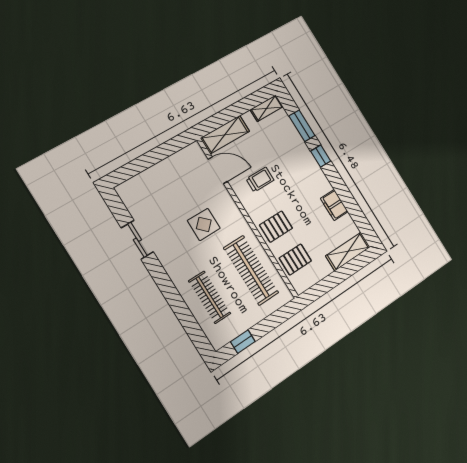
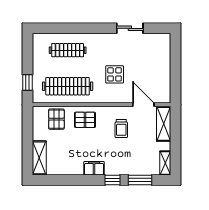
door: (218, 170) -> (143, 105), swing flipped
filing cabinet: (334, 205) -> (94, 168), moved
pallet: (276, 227) -> (85, 120), turned 90
window: (243, 342) -> (28, 83), moved

